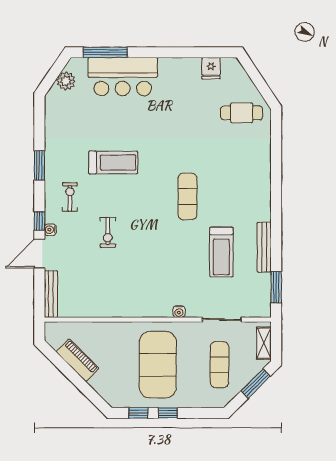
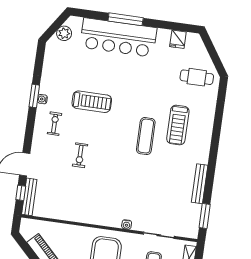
window: (105, 52) -> (126, 19), moved
bar counter: (123, 77) -> (118, 37), width x1.36
window: (39, 221) -> (21, 193), moved
water cooler: (50, 230) -> (42, 99), moved
treadmill: (221, 252) -> (178, 125), moved

